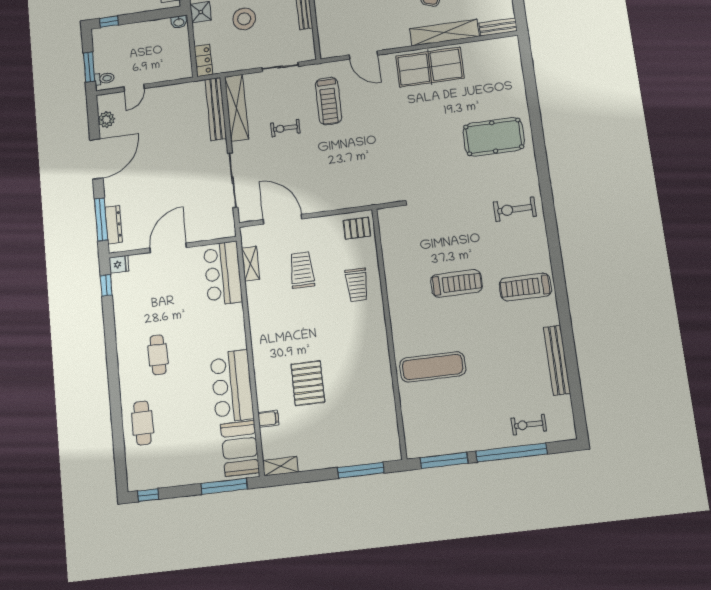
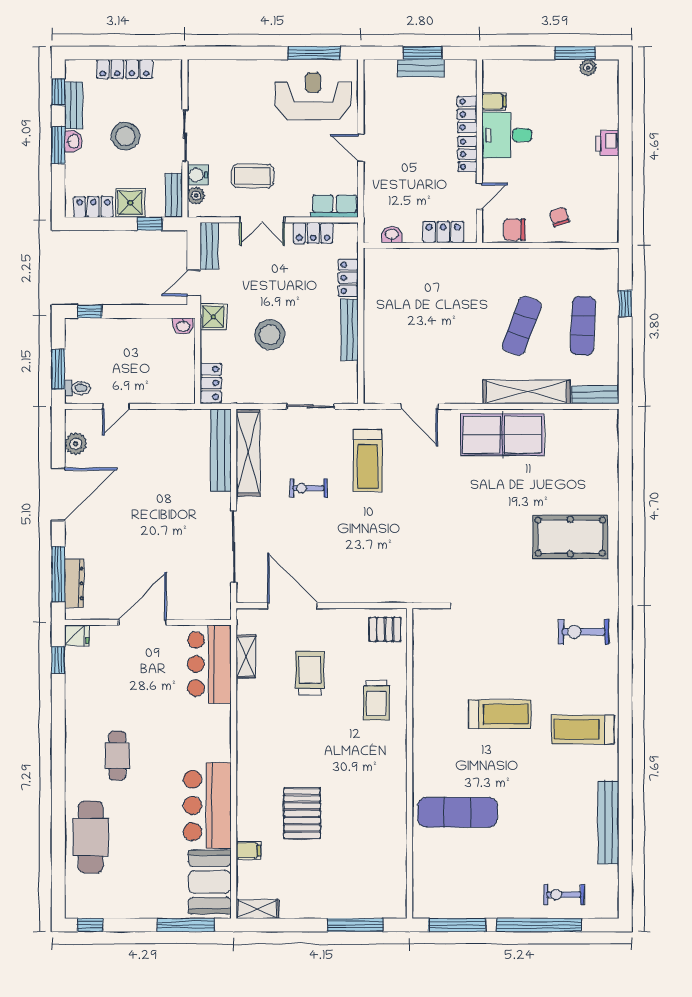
cafe table: (143, 423) -> (91, 837), width x1.37, depth x1.35

